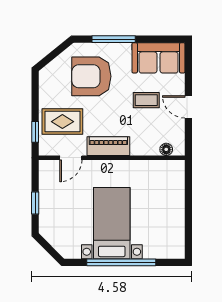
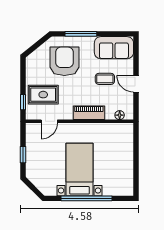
armchair: (91, 76) -> (64, 61), turned 90
piano: (108, 146) -> (89, 113), moved

